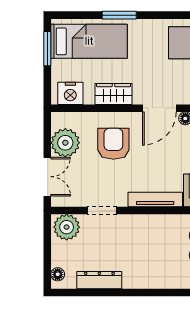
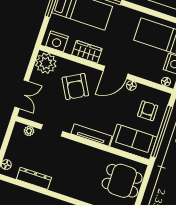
plant: (65, 143) -> (46, 63), moved
armchair: (113, 144) -> (75, 87), turned 151
plant: (67, 227) -> (29, 131), width x0.53, depth x0.53

